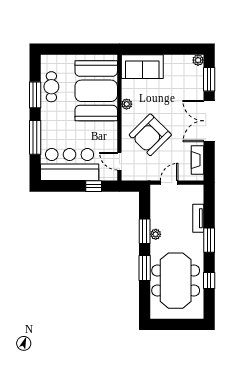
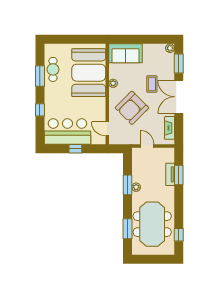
coffee table: (175, 105) -> (152, 84), added
window: (35, 137) -> (40, 110), width x0.46
door: (169, 183) -> (147, 146), hinge flipped
window: (94, 186) -> (75, 149), moved
window: (209, 240) -> (179, 175), moved
window: (145, 268) -> (127, 229), moved
window: (209, 280) -> (179, 235), moved

